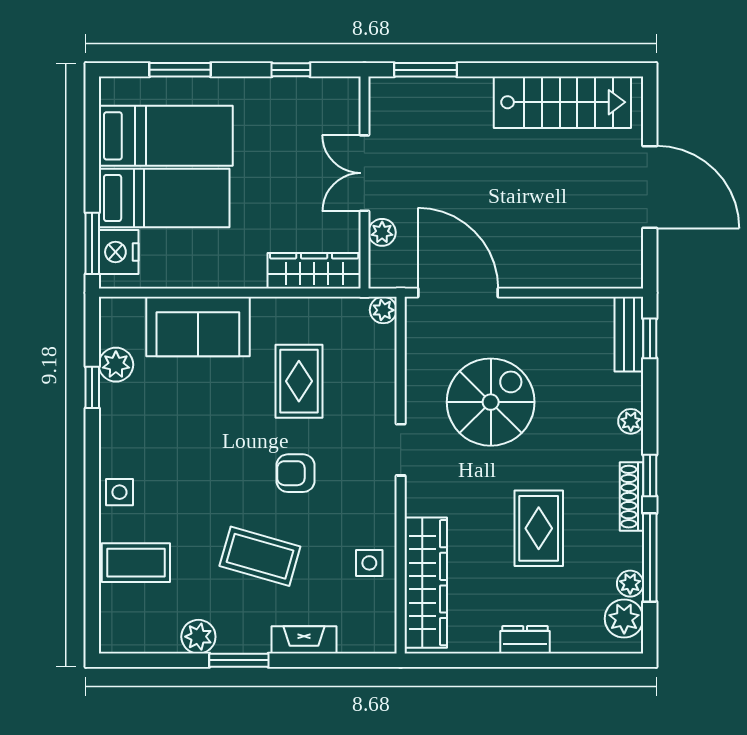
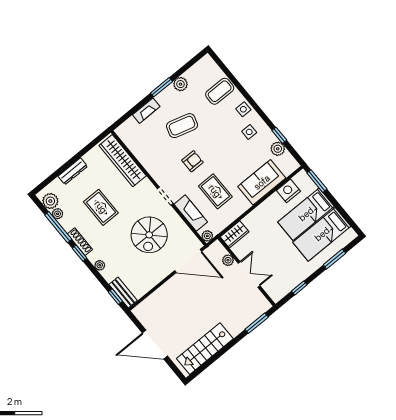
nightstand: (119, 252) -> (288, 191), moved, turned -90
wardrobe: (314, 271) -> (235, 234), width x0.67
fireplace: (379, 378) -> (191, 213), added
side table: (369, 563) -> (249, 132), moved
dresser: (525, 640) -> (73, 171), width x1.44

